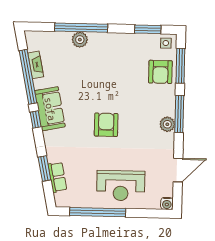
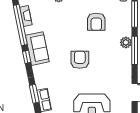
armchair: (160, 72) -> (96, 22), moved
plant: (167, 124) -> (126, 42), moved

